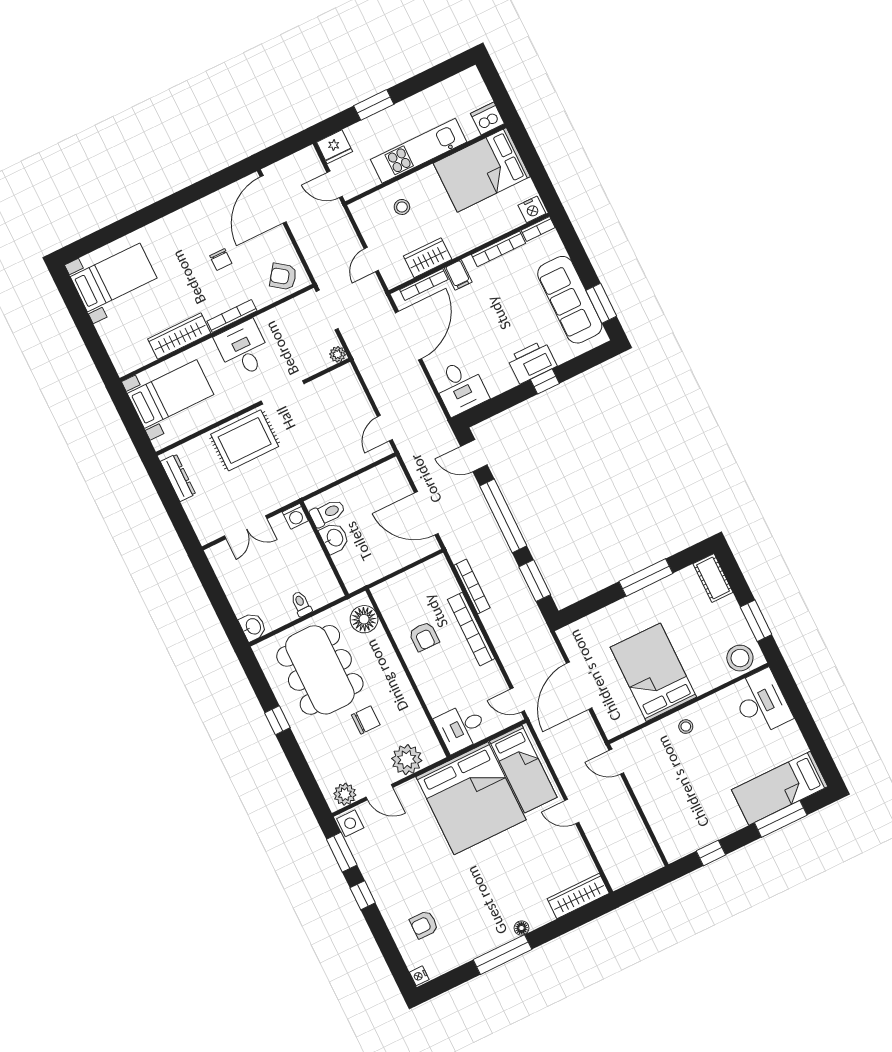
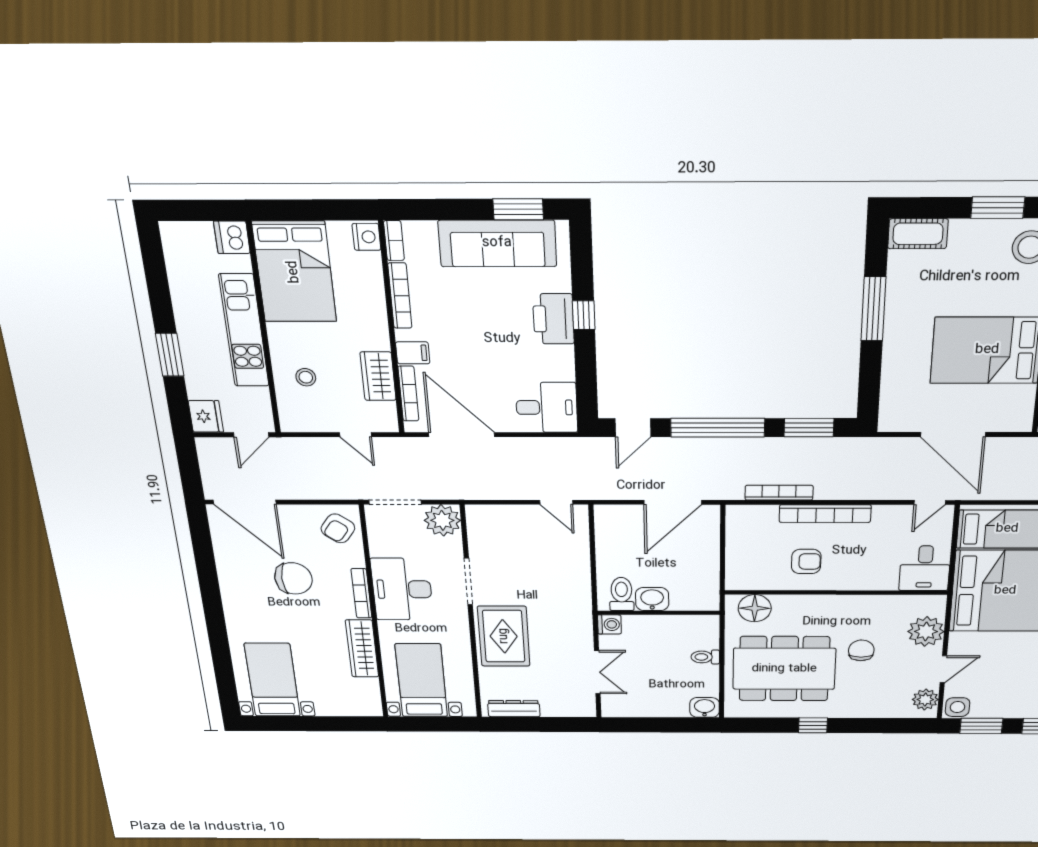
chair: (221, 260) -> (293, 578), width x1.87, depth x1.87
desk: (243, 349) -> (402, 589), width x1.37
plant: (338, 354) -> (442, 520), width x1.88, depth x1.88

